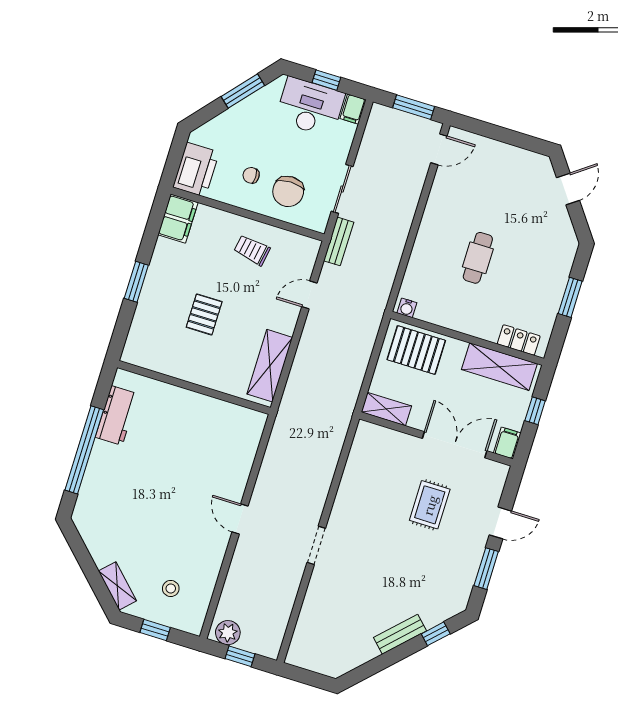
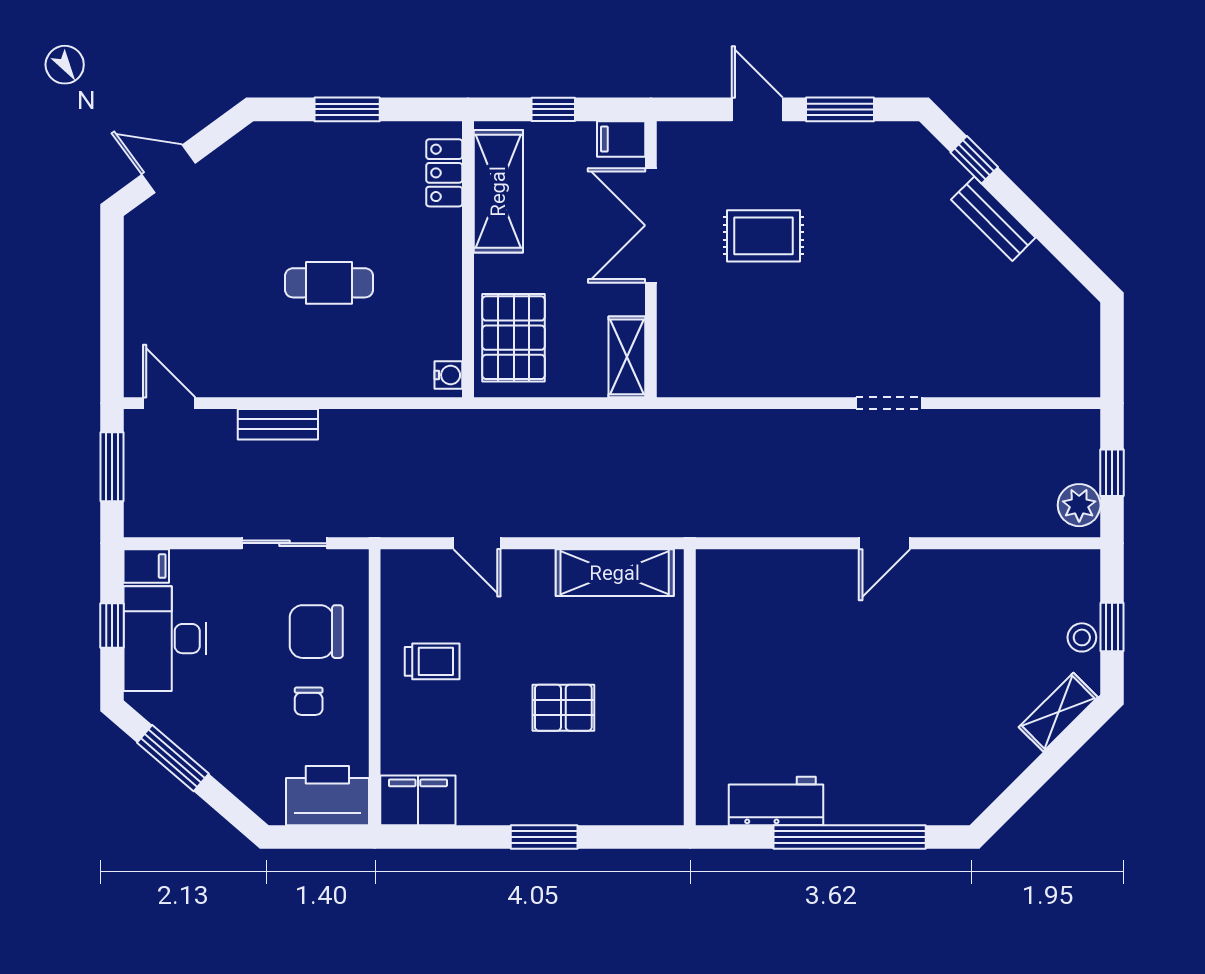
chair: (288, 191) -> (316, 632), turned 180
bench: (339, 241) -> (278, 424), moved
trolley: (252, 250) -> (432, 661), turned -100
stool: (171, 588) -> (1082, 637), moved

